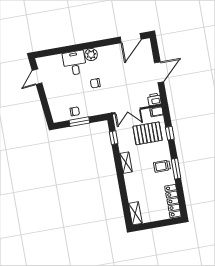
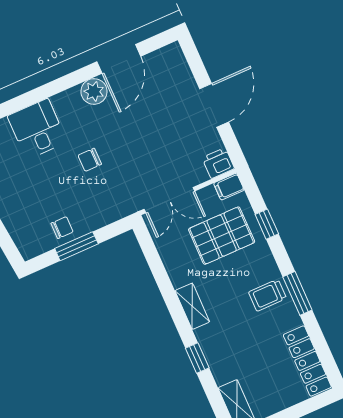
door: (131, 38) -> (119, 59), moved
plant: (91, 55) -> (94, 91), moved
window: (114, 138) -> (197, 358), moved

